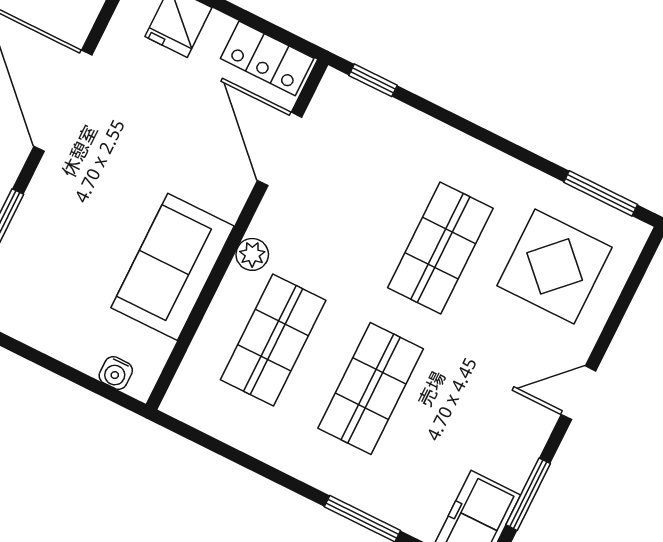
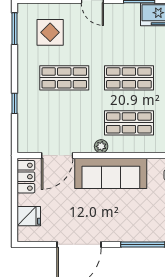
window: (373, 80) -> (15, 103), moved
display table: (555, 266) -> (50, 32), width x0.73, depth x0.73
sofa: (173, 267) -> (111, 173), width x1.36

